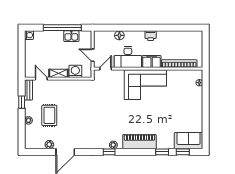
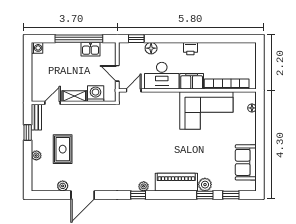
window: (108, 28) -> (136, 39), added
door: (41, 79) -> (53, 103), hinge flipped
corner sofa: (145, 85) -> (206, 110), moved
sofa: (189, 141) -> (246, 162), moved, turned -90
plant: (162, 143) -> (205, 185), added

